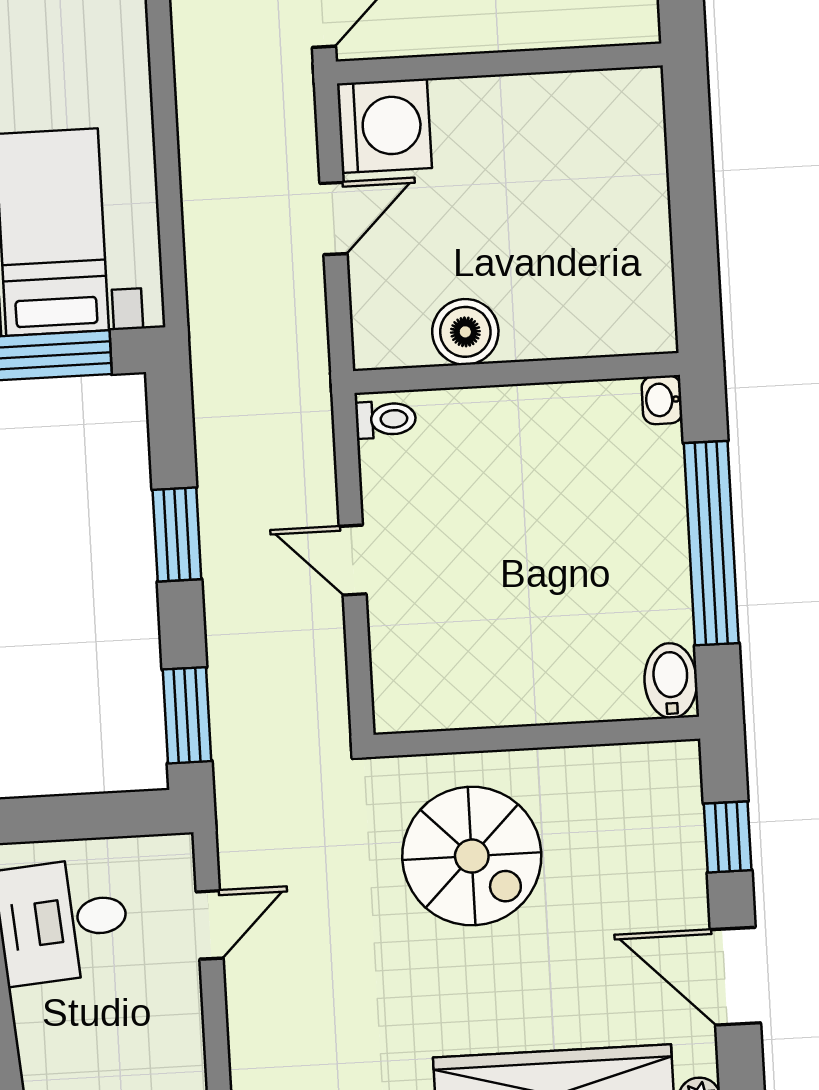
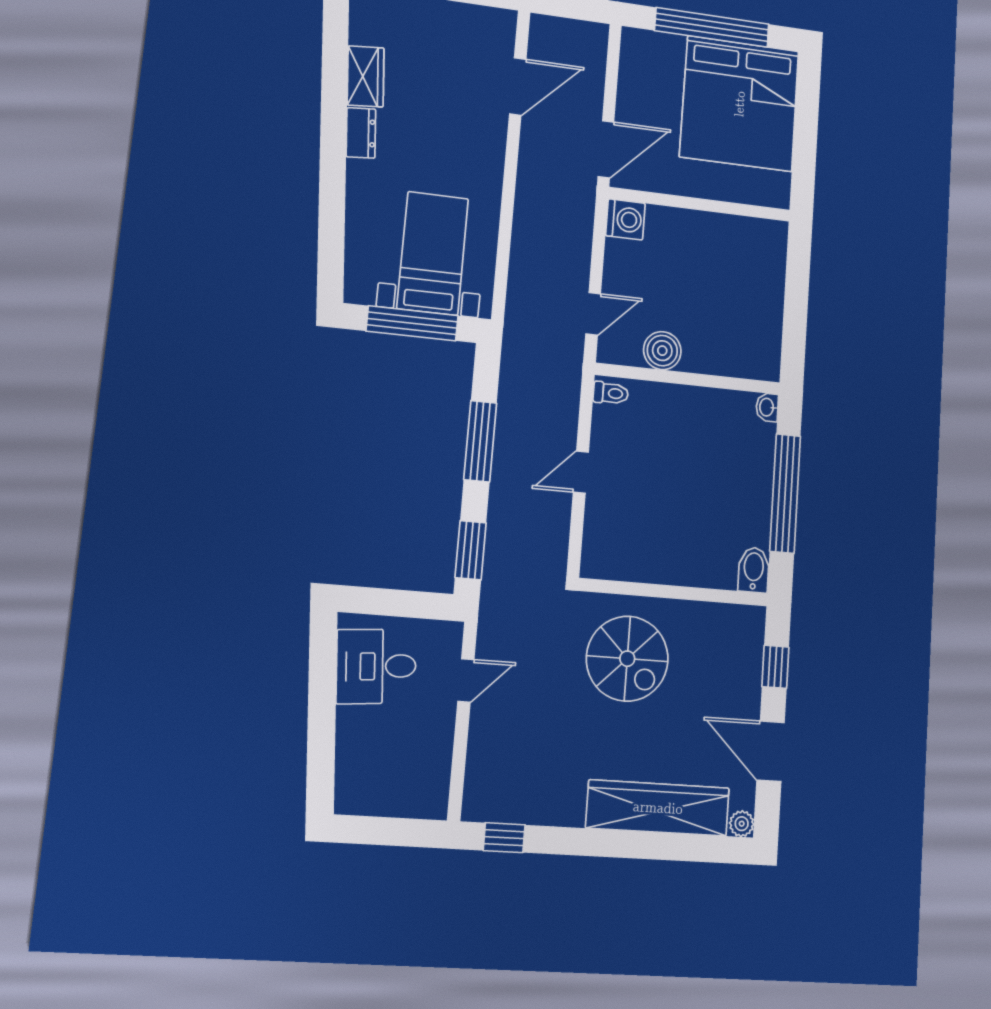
washing machine: (384, 126) -> (625, 219), width x0.73, depth x0.73
door: (334, 219) -> (593, 314), moved
window: (177, 534) -> (480, 441), width x1.44
door: (353, 560) -> (581, 472), hinge flipped

